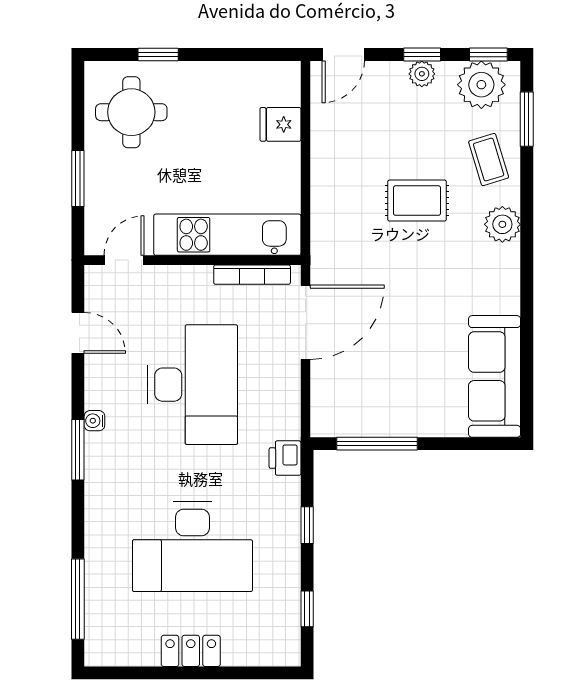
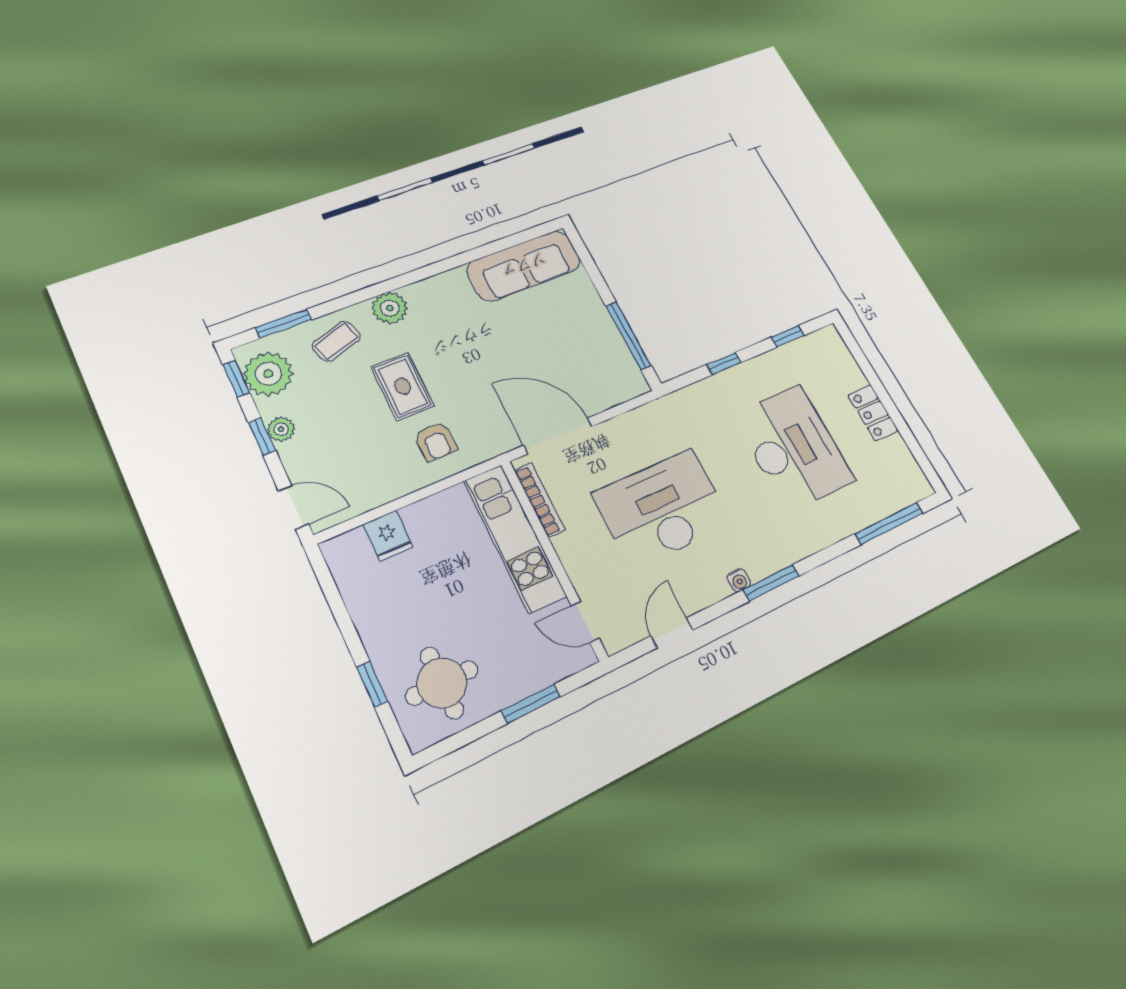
armchair: (350, 206) -> (436, 442), added
printer: (285, 458) -> (681, 404), removed

